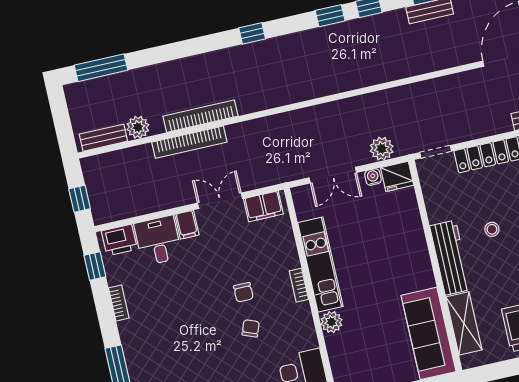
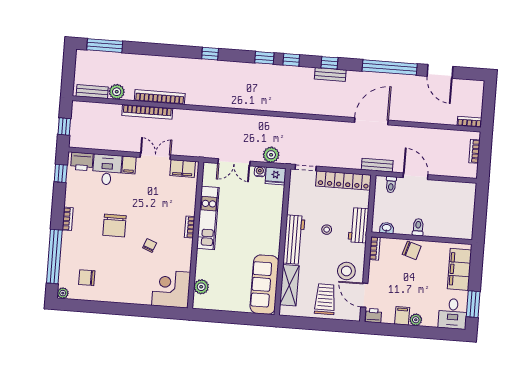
chair: (243, 292) -> (114, 225), moved, width x1.87, depth x1.87
bookcase: (119, 303) -> (68, 219), moved
plant: (331, 322) -> (201, 287), moved

